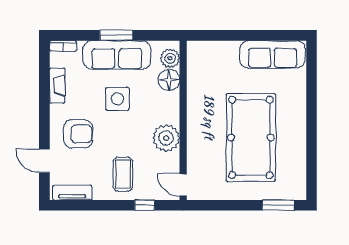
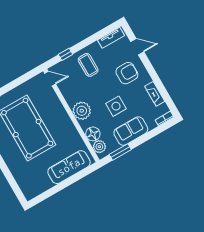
window: (116, 35) -> (120, 152), moved
sofa: (273, 54) -> (69, 167), moved
sofa: (117, 55) -> (131, 131), width x0.73
armchair: (78, 134) -> (127, 73), turned 180
plant: (166, 138) -> (82, 111), moved

